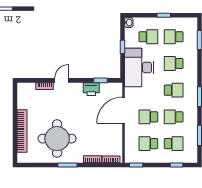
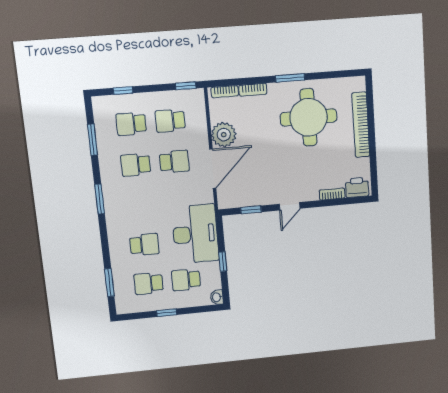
school desk: (174, 37) -> (149, 283), turned 180
door: (62, 80) -> (290, 206), moved
printer: (91, 89) -> (357, 187), moved
school desk: (174, 90) -> (140, 205), removed
school desk: (174, 117) -> (136, 165), turned 180
plant: (114, 132) -> (224, 135), added
school desk: (148, 144) -> (170, 121), turned 180

